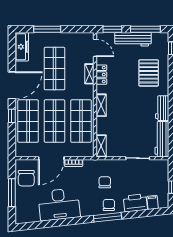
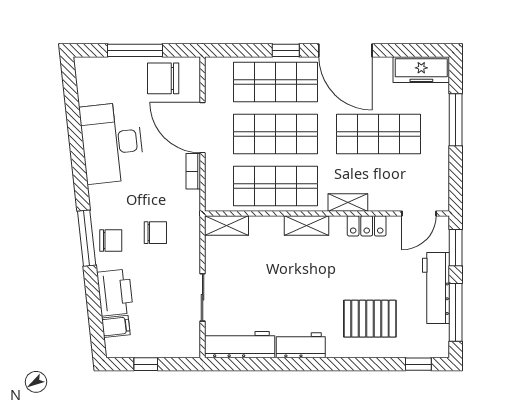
shelving: (89, 74) -> (348, 202), moved

